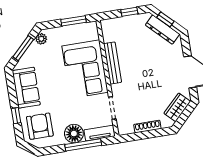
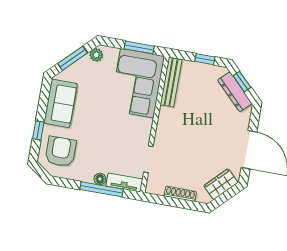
bench: (113, 63) -> (171, 82), moved
corner sofa: (85, 69) -> (137, 83), moved
floor lamp: (74, 134) -> (100, 179), width x0.53, depth x0.53

